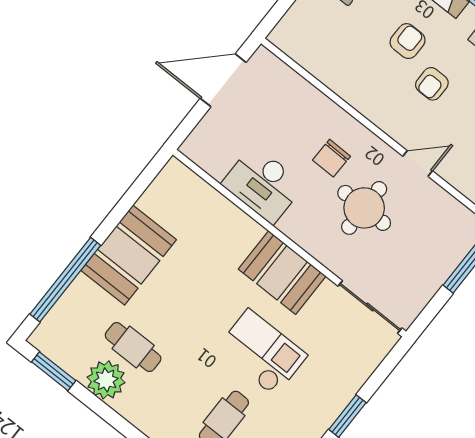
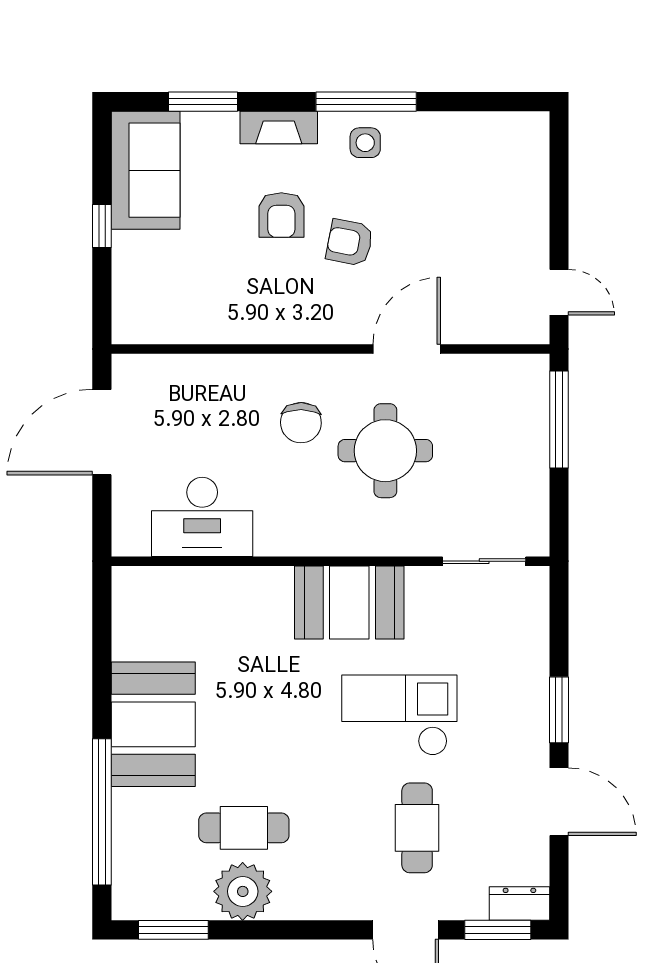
armchair: (408, 41) -> (281, 215), turned 180
armchair: (432, 84) -> (350, 242), turned 101
door: (418, 164) -> (407, 349), width x1.38
desk: (263, 184) -> (202, 517), moved
sliding door: (370, 307) -> (484, 561), width x0.73

